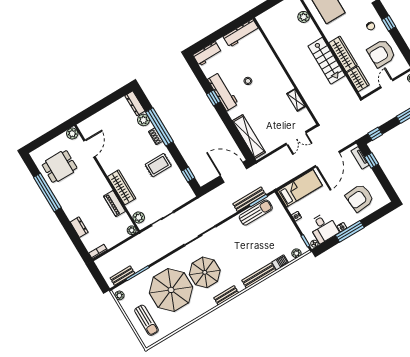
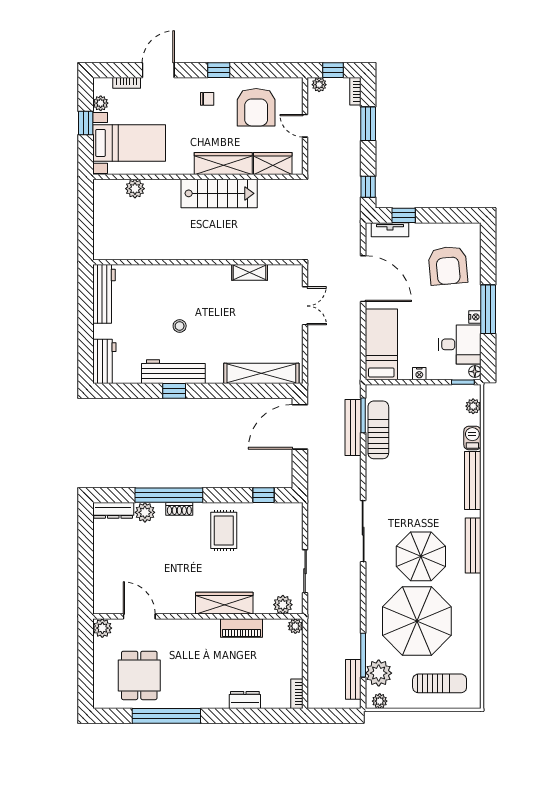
plant: (133, 286) -> (379, 673), added
bench: (226, 295) -> (473, 545), width x1.36

